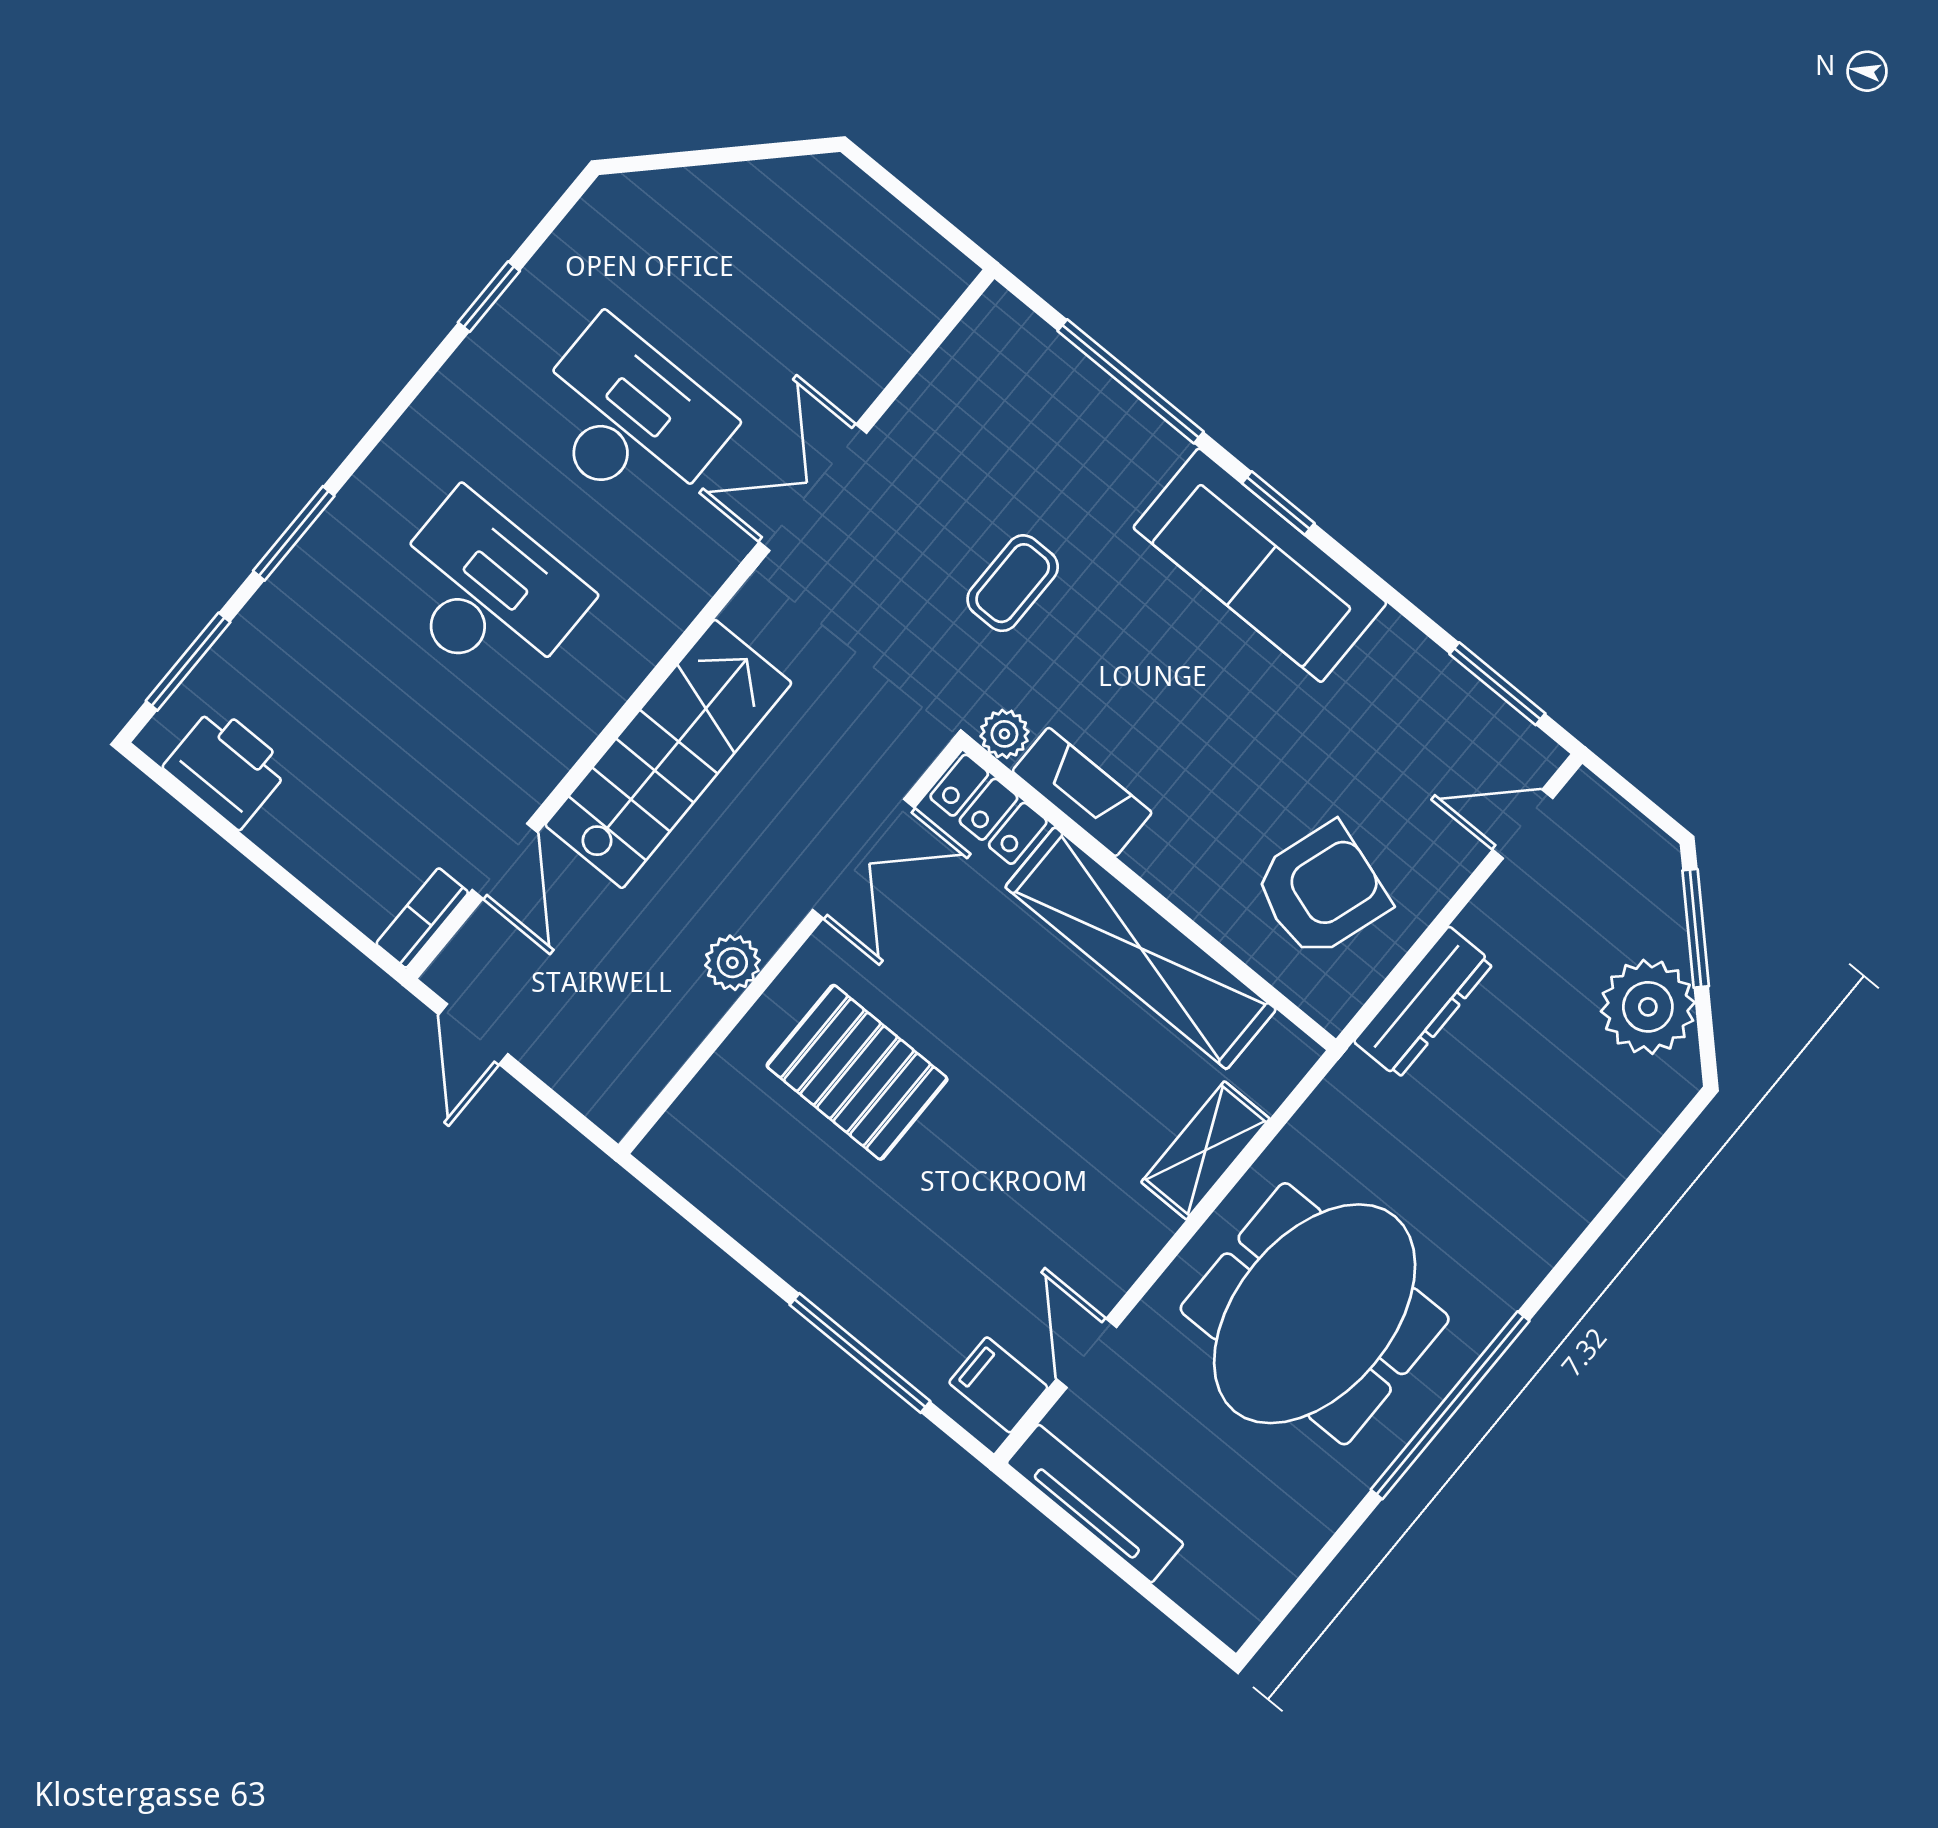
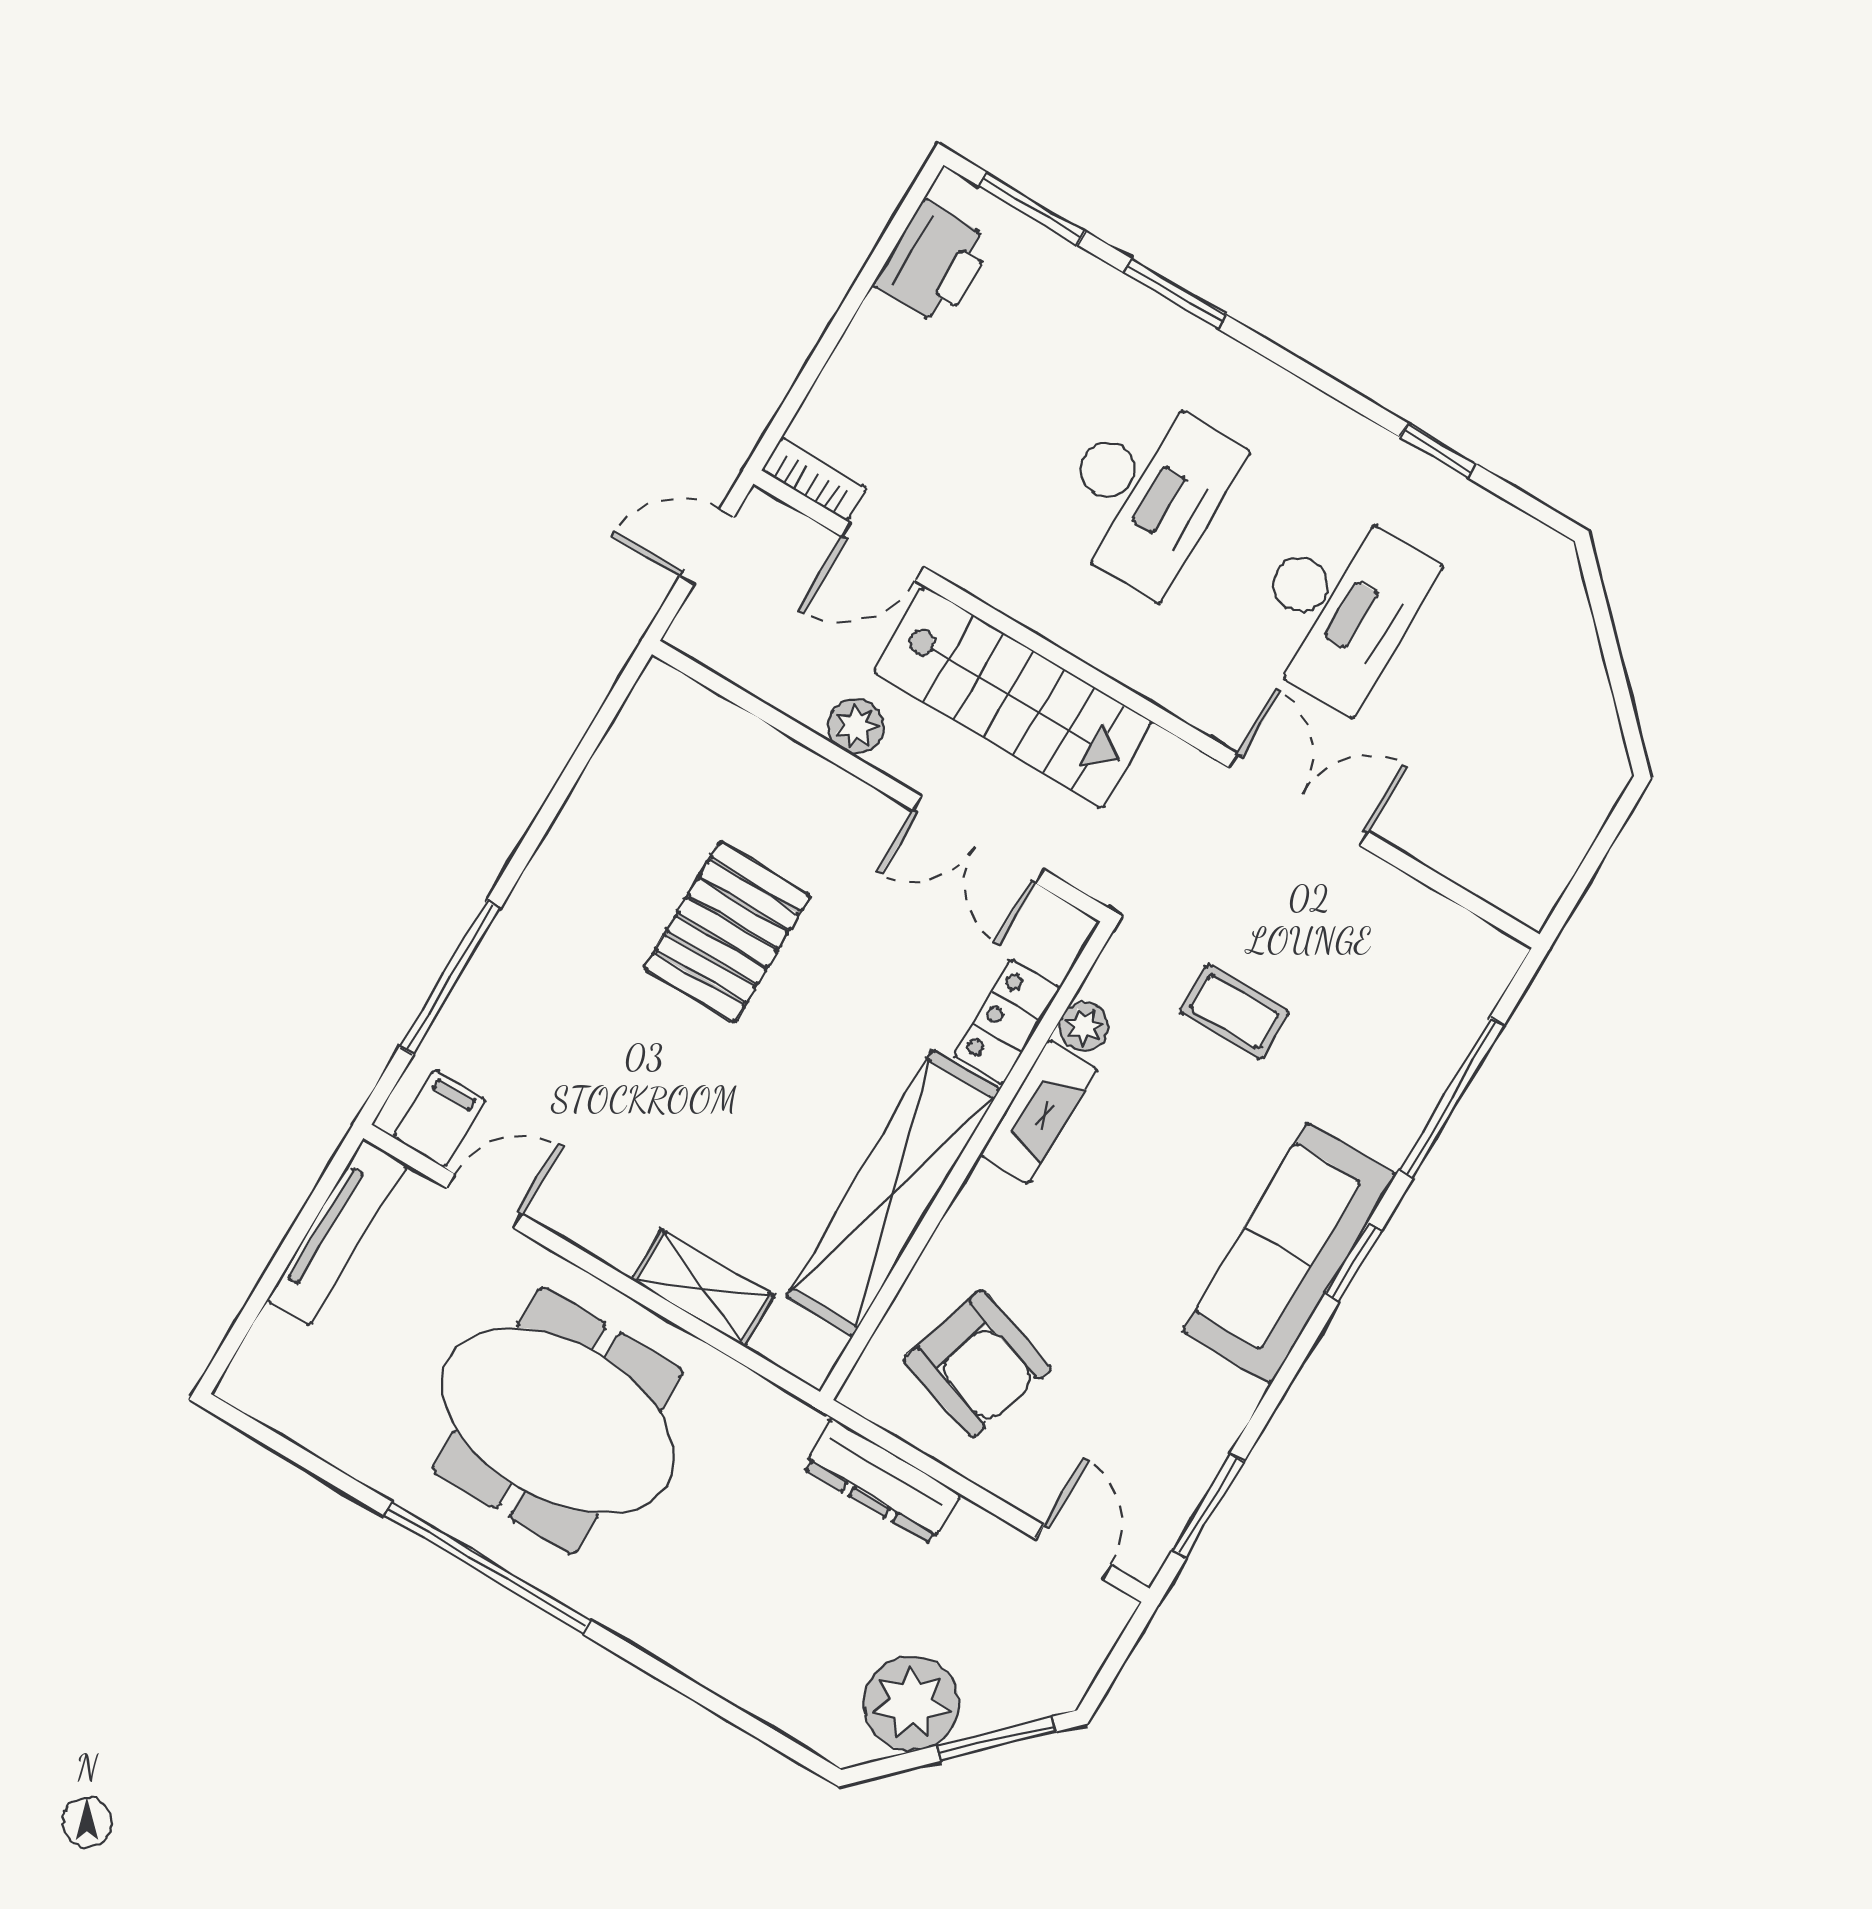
double door: (863, 859) -> (979, 840), moved
wall: (791, 947) -> (880, 781), moved
plant: (732, 963) -> (856, 726), moved

